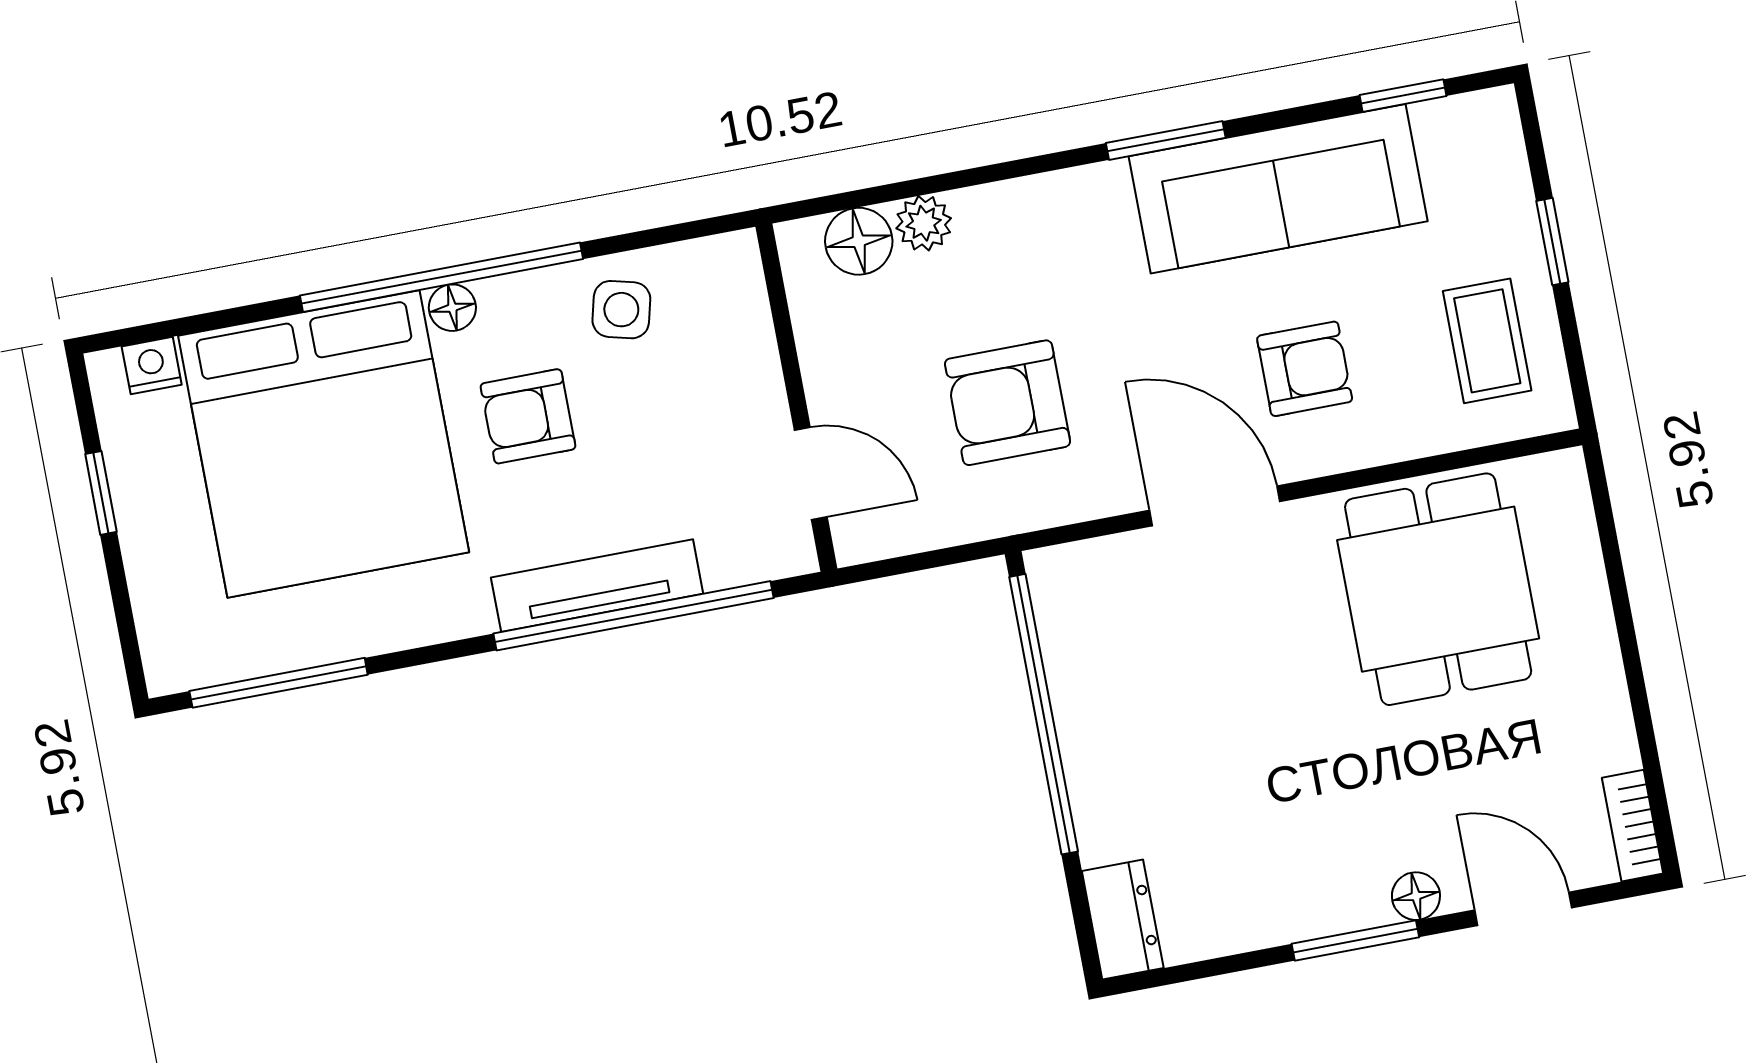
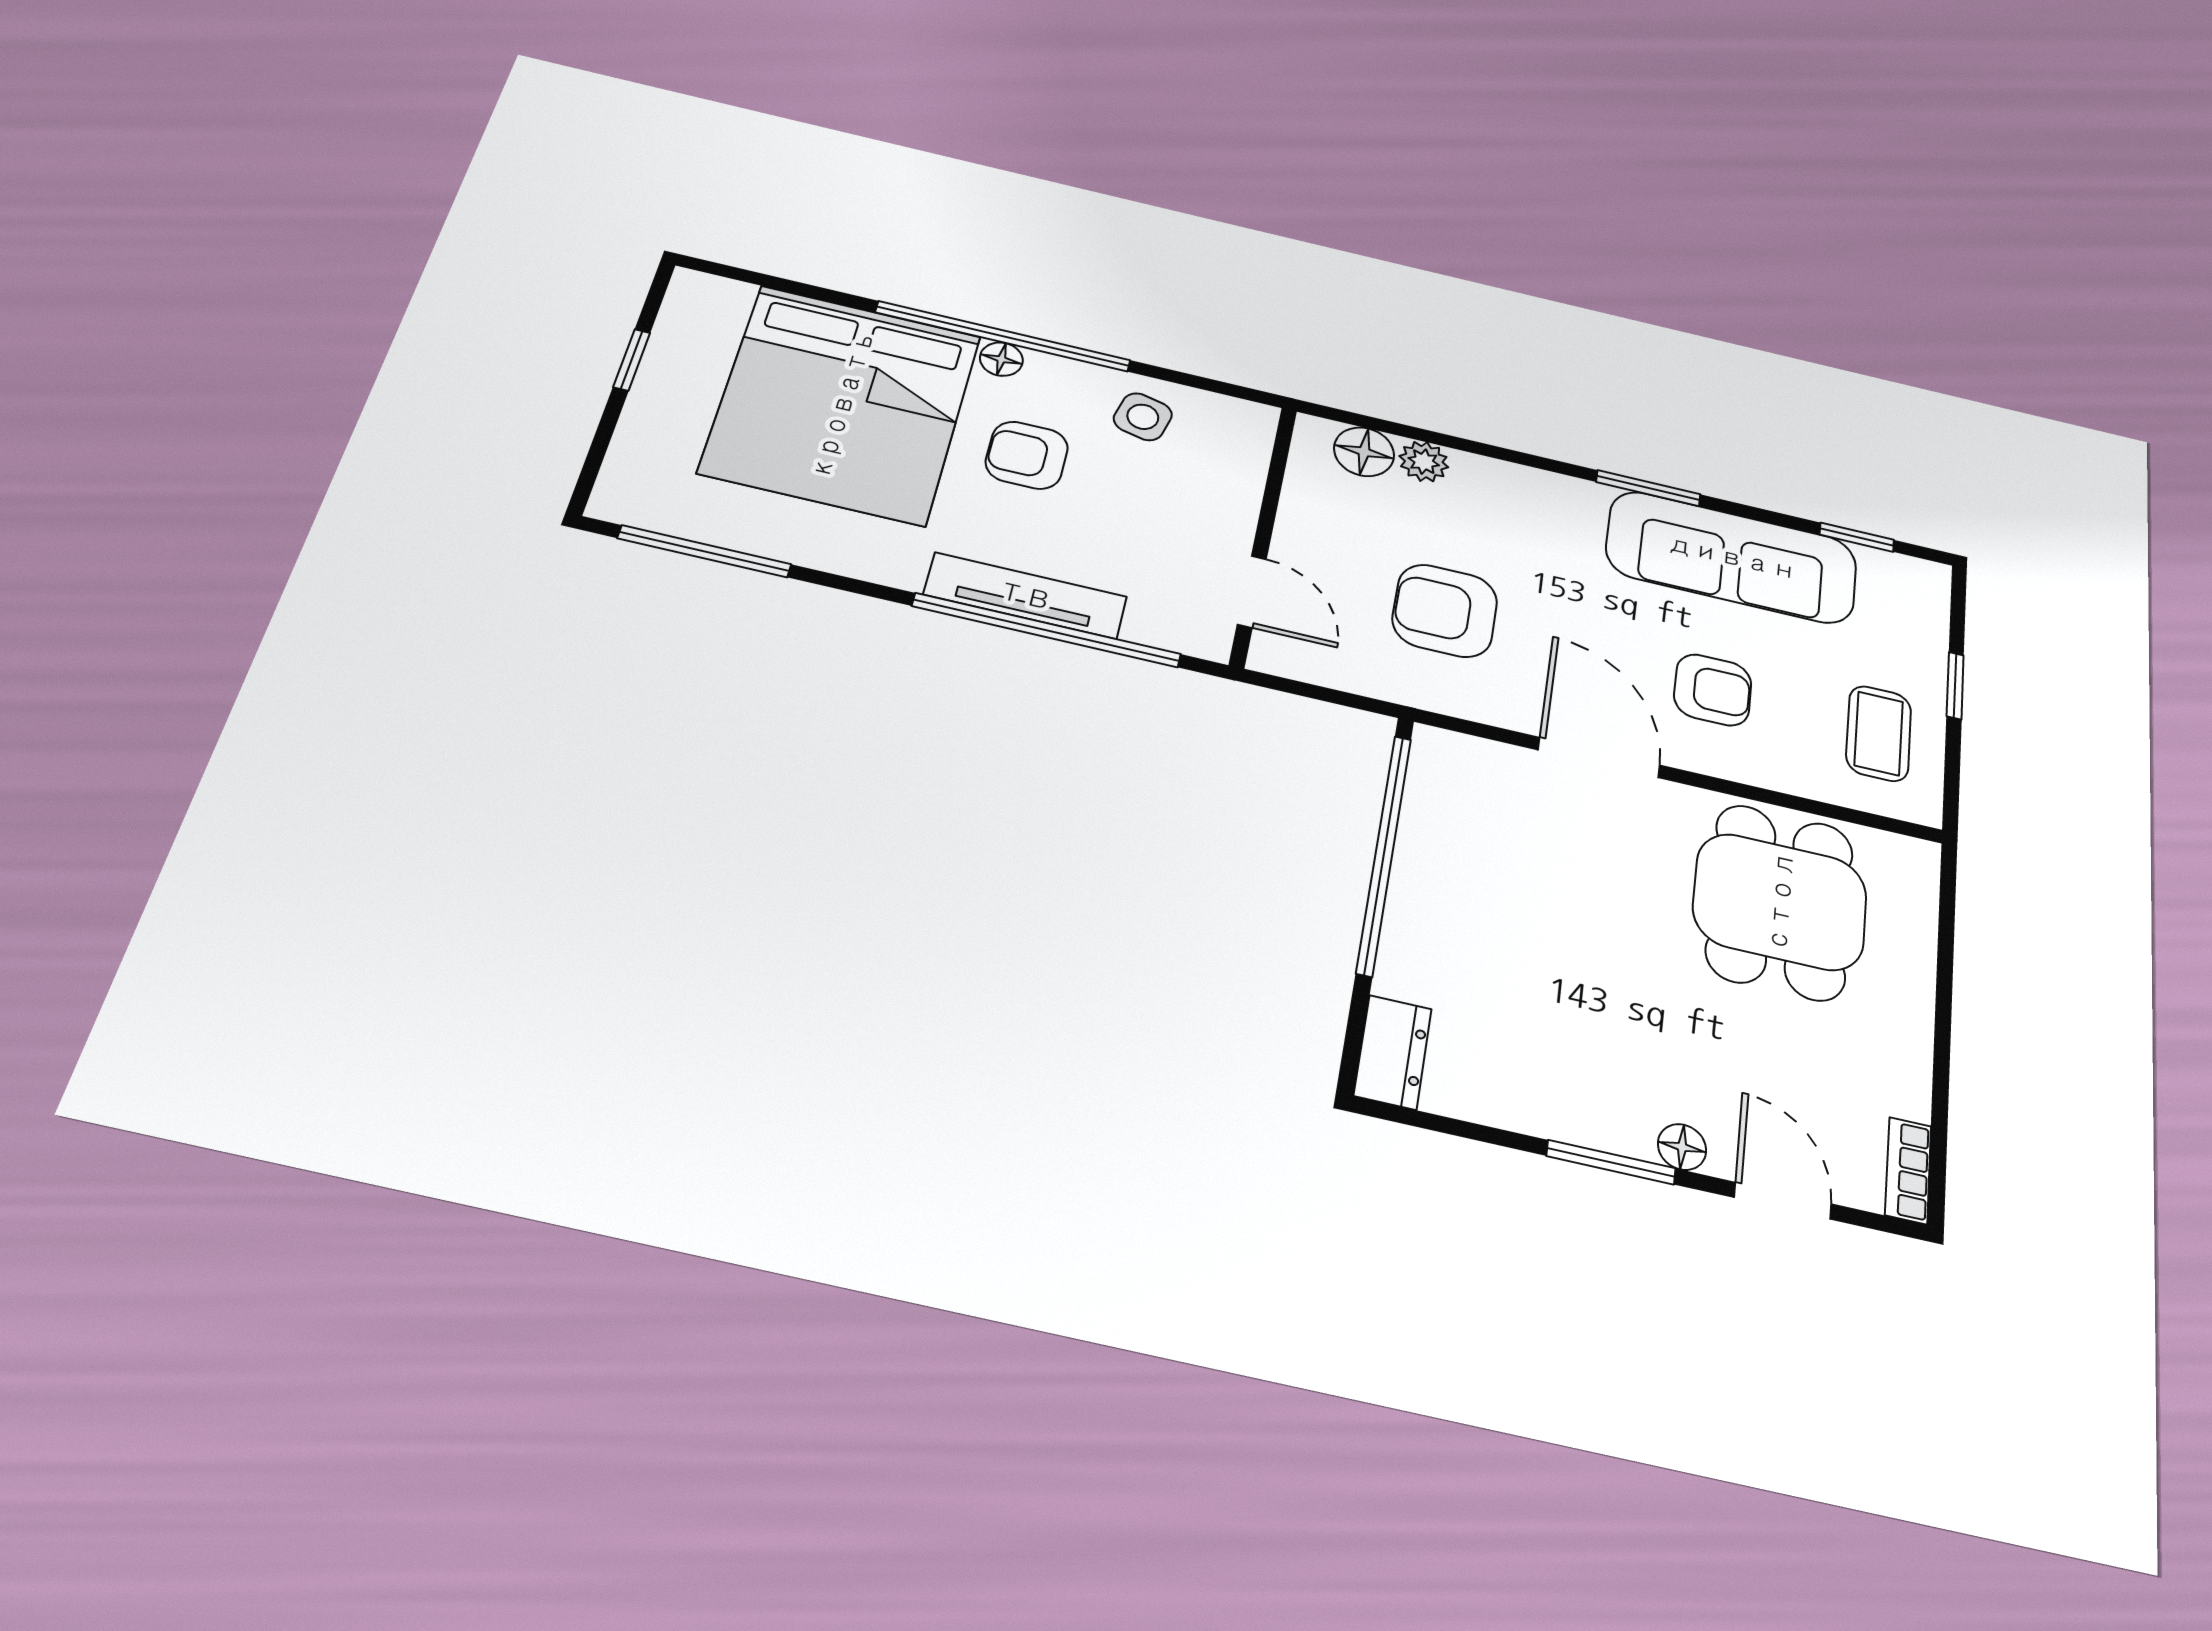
nightstand: (152, 366) -> (728, 296), removed

